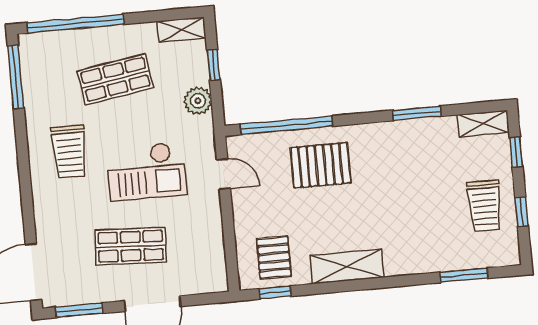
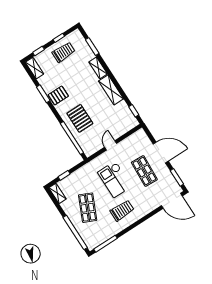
shop shelf: (115, 79) -> (88, 208), turned 33
plant: (198, 101) -> (80, 174), removed
checkout: (147, 171) -> (115, 179), turned 180
door: (223, 174) -> (111, 145), moved
pallet: (274, 257) -> (58, 95), moved
shelving: (410, 264) -> (98, 68), added

